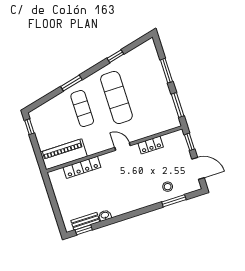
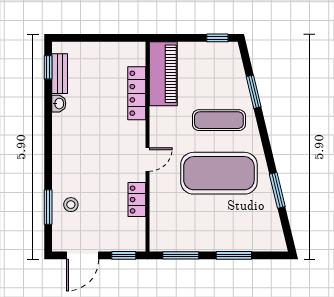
window: (115, 56) -> (277, 190), width x1.50
window: (71, 83) -> (254, 92), moved
exercise mat: (116, 97) -> (219, 173), width x1.47

